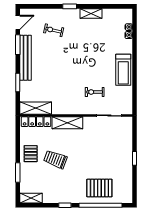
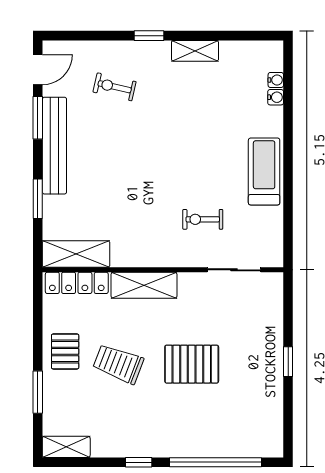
treadmill: (123, 70) -> (264, 171), turned 180
pallet: (99, 188) -> (192, 364), moved

